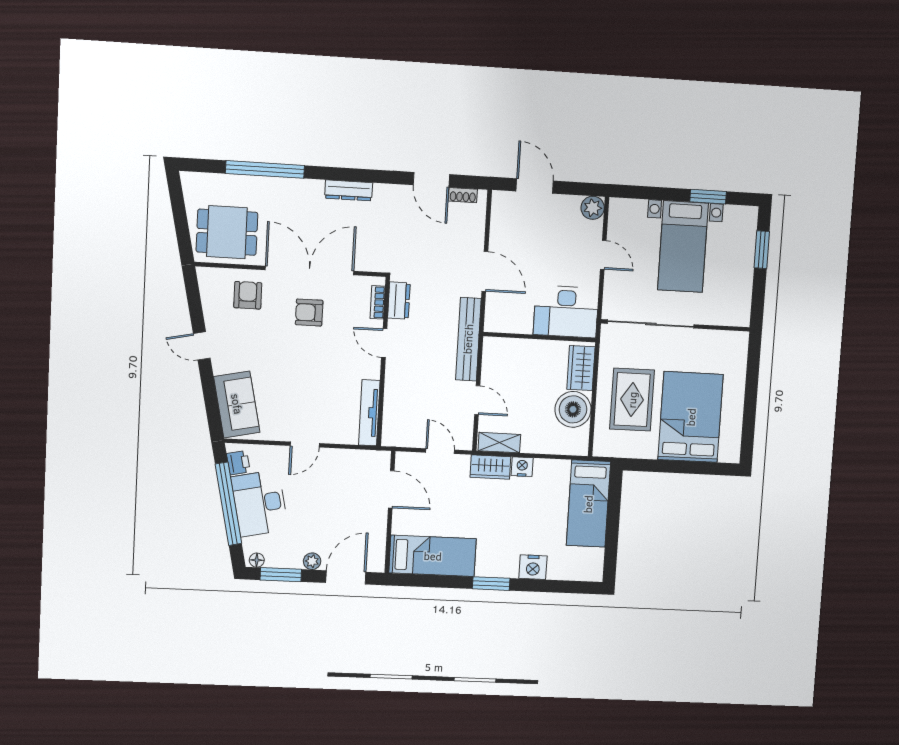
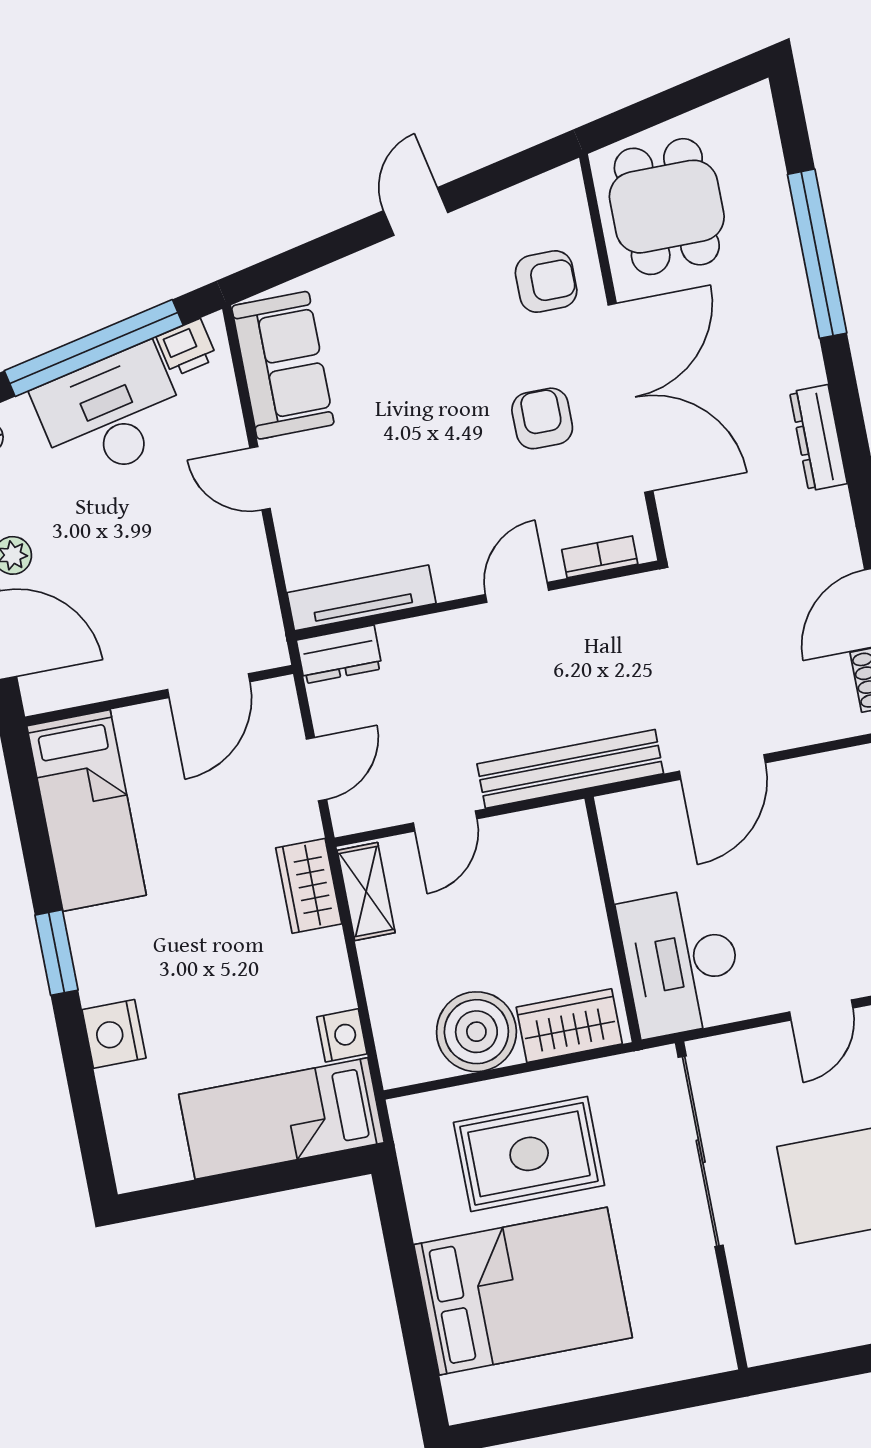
dresser: (399, 301) -> (339, 654), moved
sofa: (237, 404) -> (283, 365), moved, turned -78
nightstand: (522, 467) -> (342, 1035), moved

